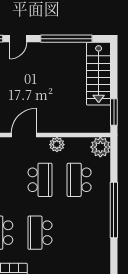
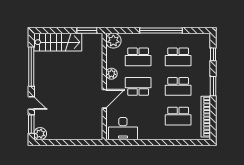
door: (24, 135) -> (104, 99), swing flipped
school desk: (79, 233) -> (178, 57), added

